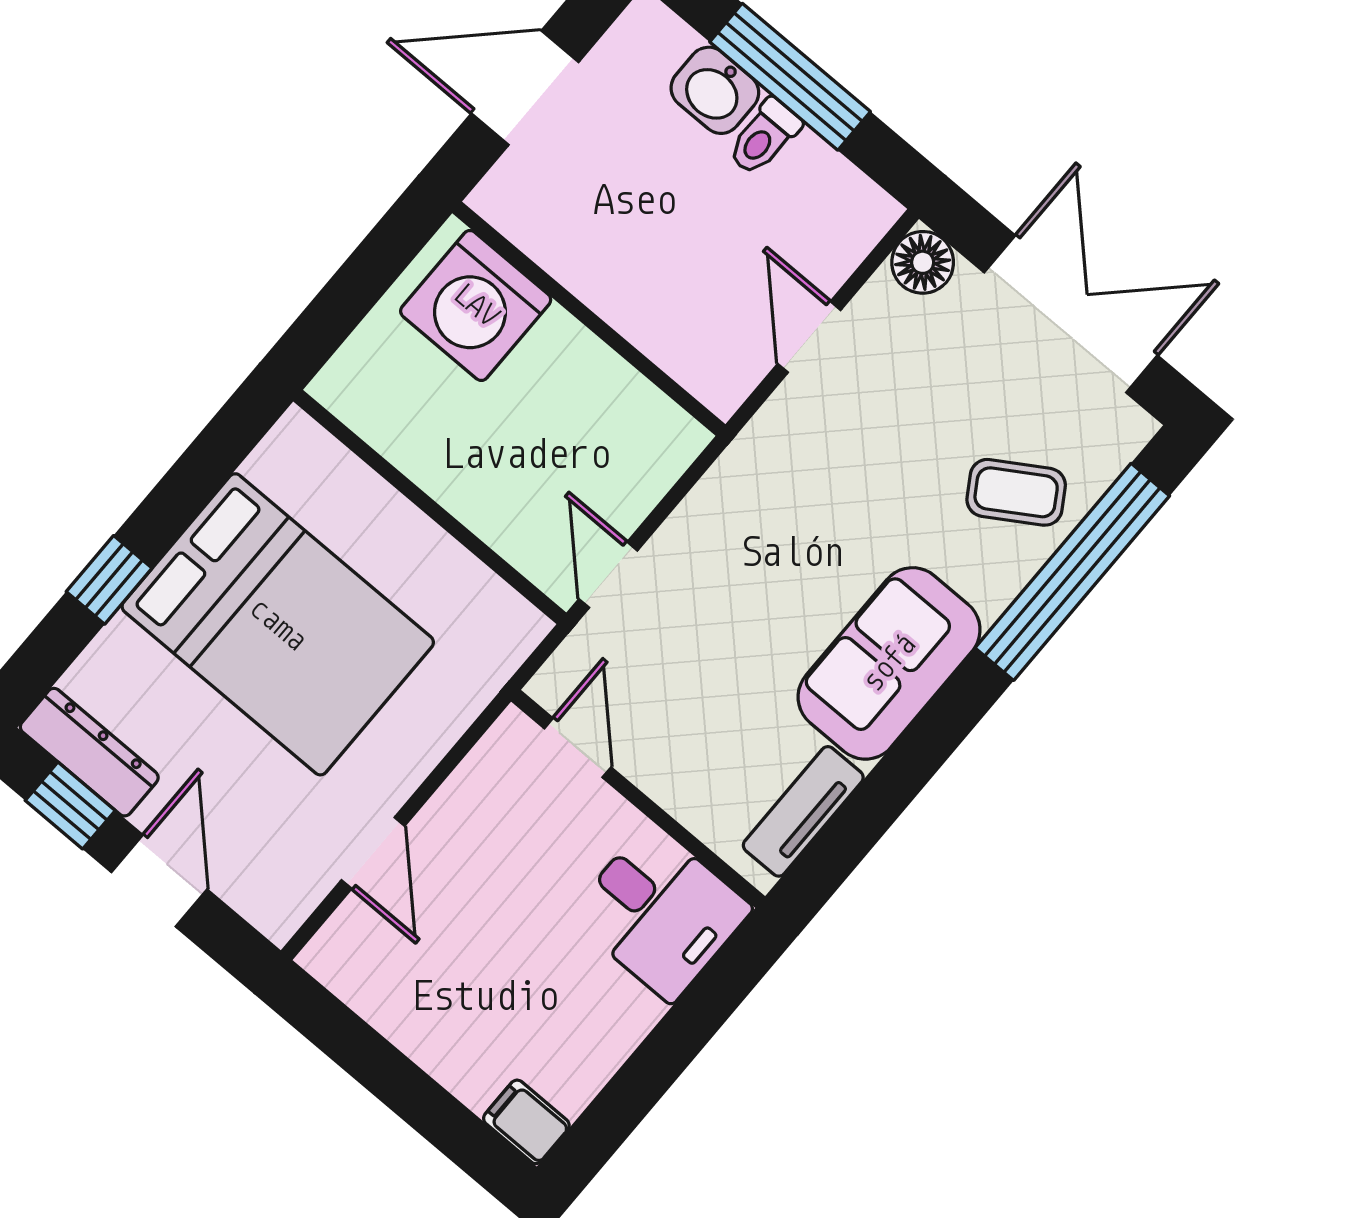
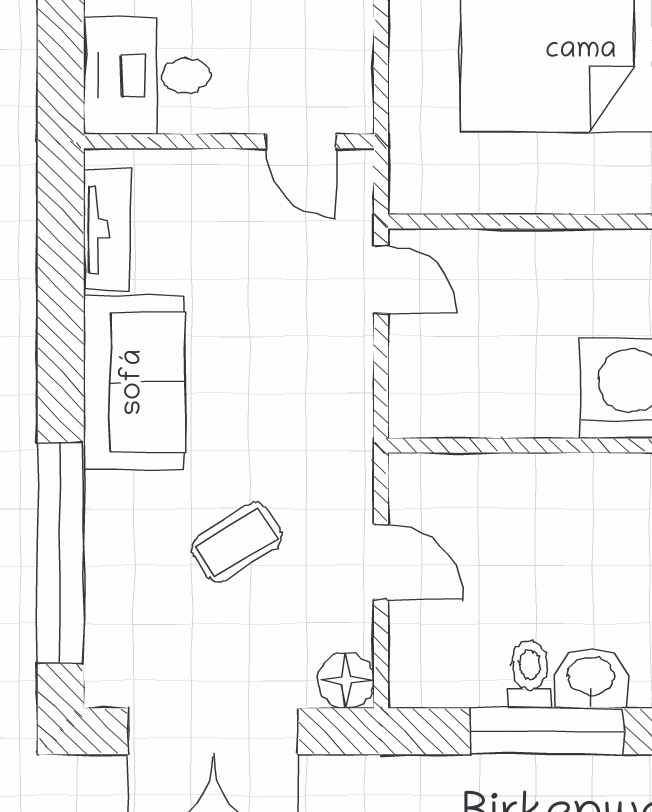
coffee table: (1016, 492) -> (237, 542), moved

